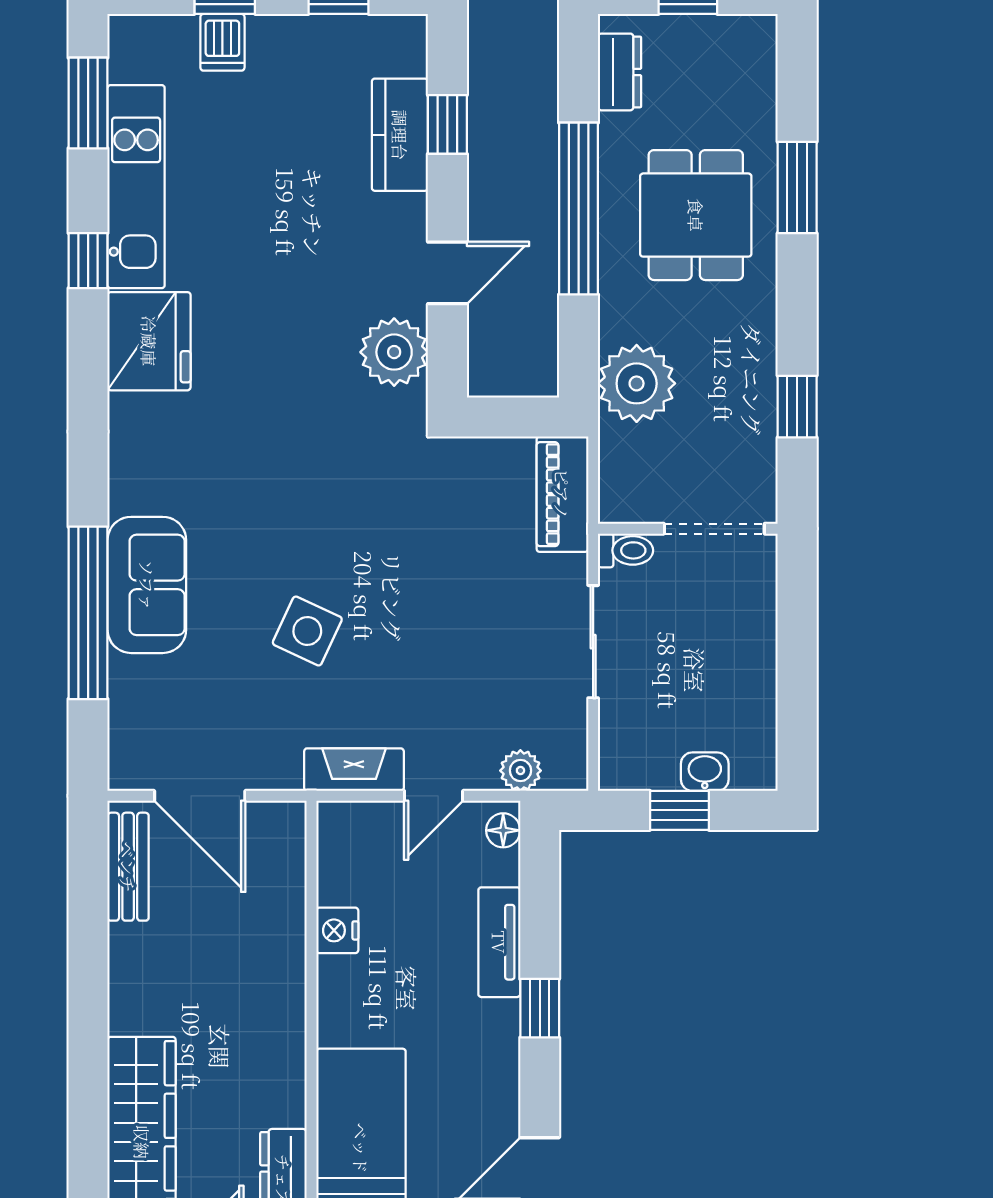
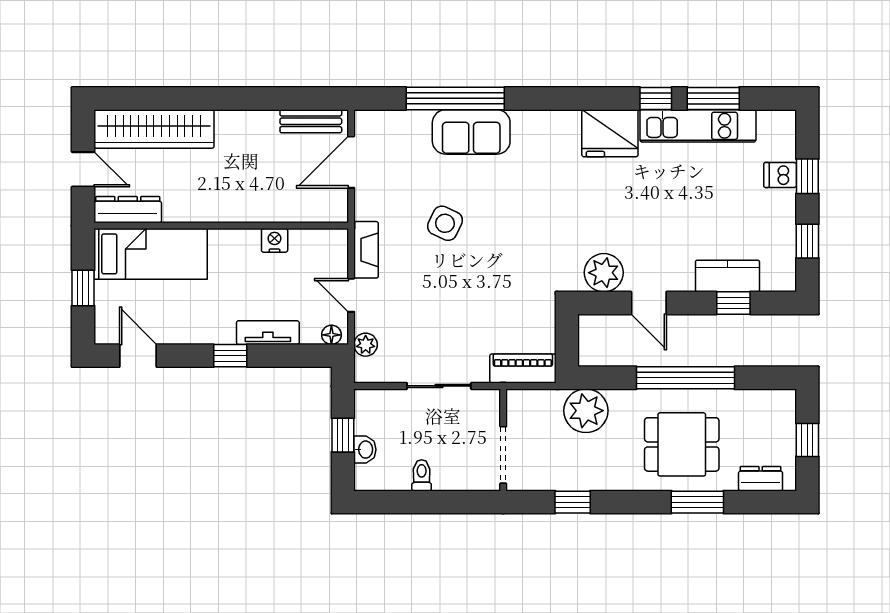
dresser: (620, 72) -> (761, 479), moved, turned 180
window: (88, 103) -> (713, 98), moved
toilet: (626, 550) -> (422, 475), moved, turned 180

